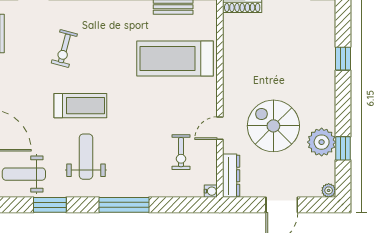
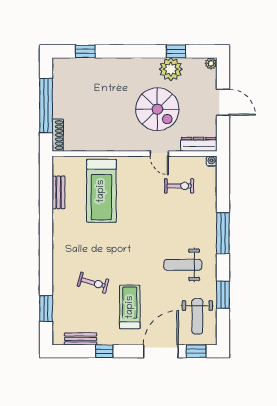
window: (343, 59) -> (85, 51), moved
treadmill: (80, 106) -> (130, 307), moved
spiral stairs: (273, 126) -> (157, 109), turned -90

